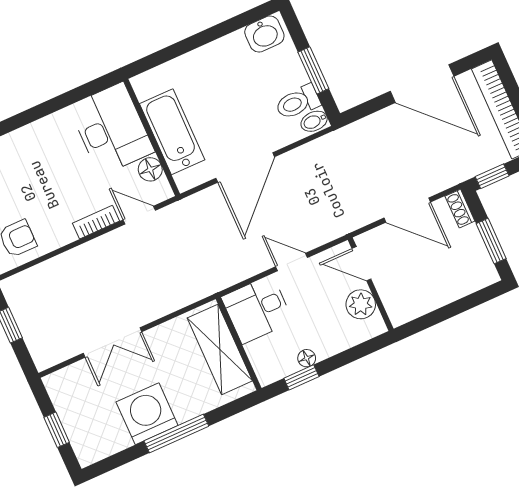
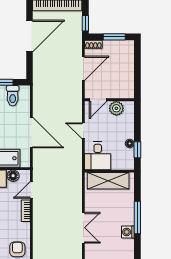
bidet: (314, 121) -> (25, 92), removed
door: (292, 262) -> (83, 131), hinge flipped
washing machine: (147, 414) -> (128, 232), width x0.53, depth x0.53

